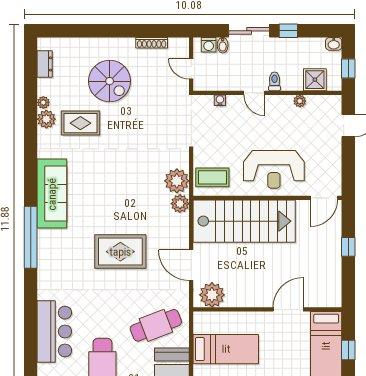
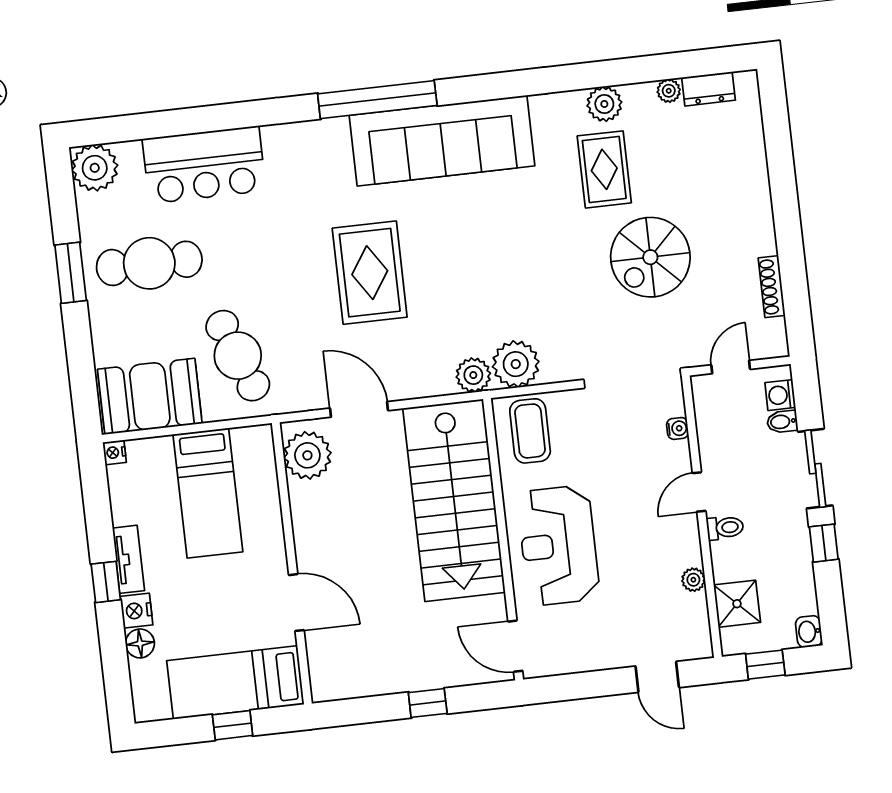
spiral stairs: (110, 81) -> (650, 257), moved
plant: (43, 102) -> (669, 91), moved
sofa: (52, 194) -> (442, 141), width x1.36, depth x1.27
door: (191, 265) -> (359, 409), hinge flipped

